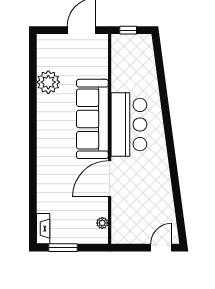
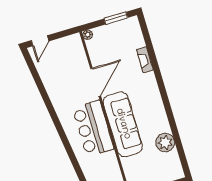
plant: (102, 223) -> (88, 35), moved
fireplace: (43, 229) -> (145, 60), moved

